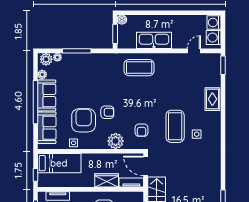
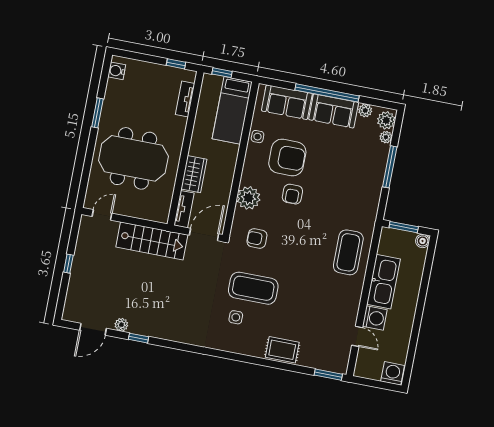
washing machine: (214, 37) -> (375, 318), moved, turned 90

